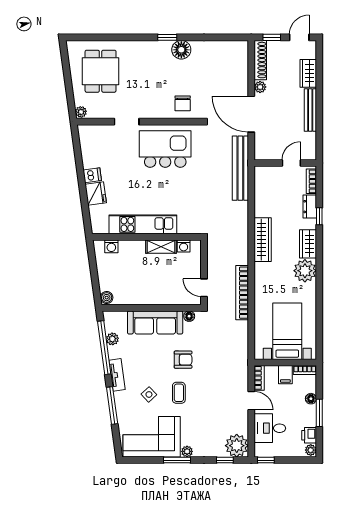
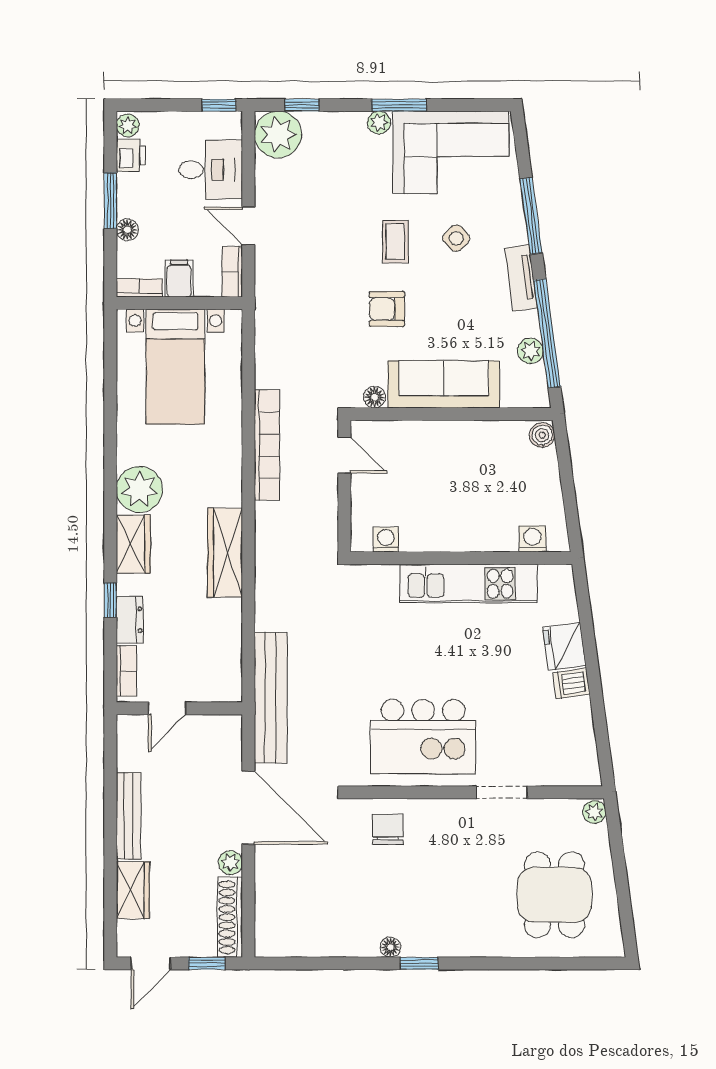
floor lamp: (181, 50) -> (390, 947), width x0.53, depth x0.53
shelving: (161, 247) -> (432, 538), removed

